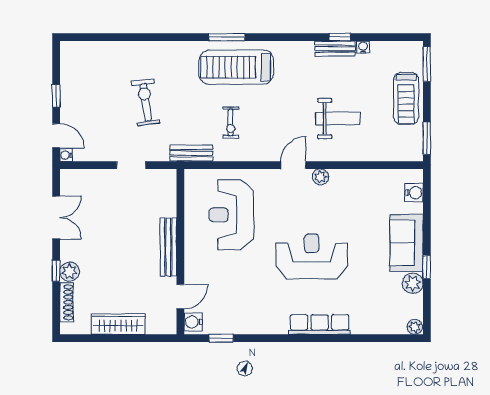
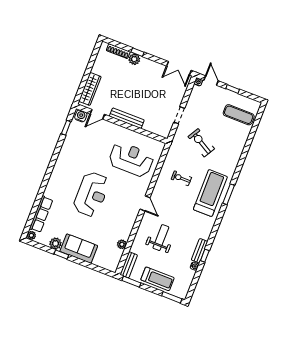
exercise mat: (94, 70) -> (239, 115), added
treadmill: (406, 98) -> (157, 279), turned 180
exercise bike: (146, 102) -> (201, 143), moved, turned -142
weight bench: (338, 119) -> (161, 238), turned 180
door: (56, 136) -> (211, 81), swing flipped
bench: (191, 153) -> (129, 265), moved
plant: (321, 177) -> (122, 244), moved
water cooler: (414, 193) -> (105, 263), removed
double door: (56, 217) -> (179, 68), moved
door: (180, 297) -> (97, 114), hinge flipped
wardrobe: (118, 324) -> (90, 89), moved
row of seats: (320, 324) -> (41, 214), moved

